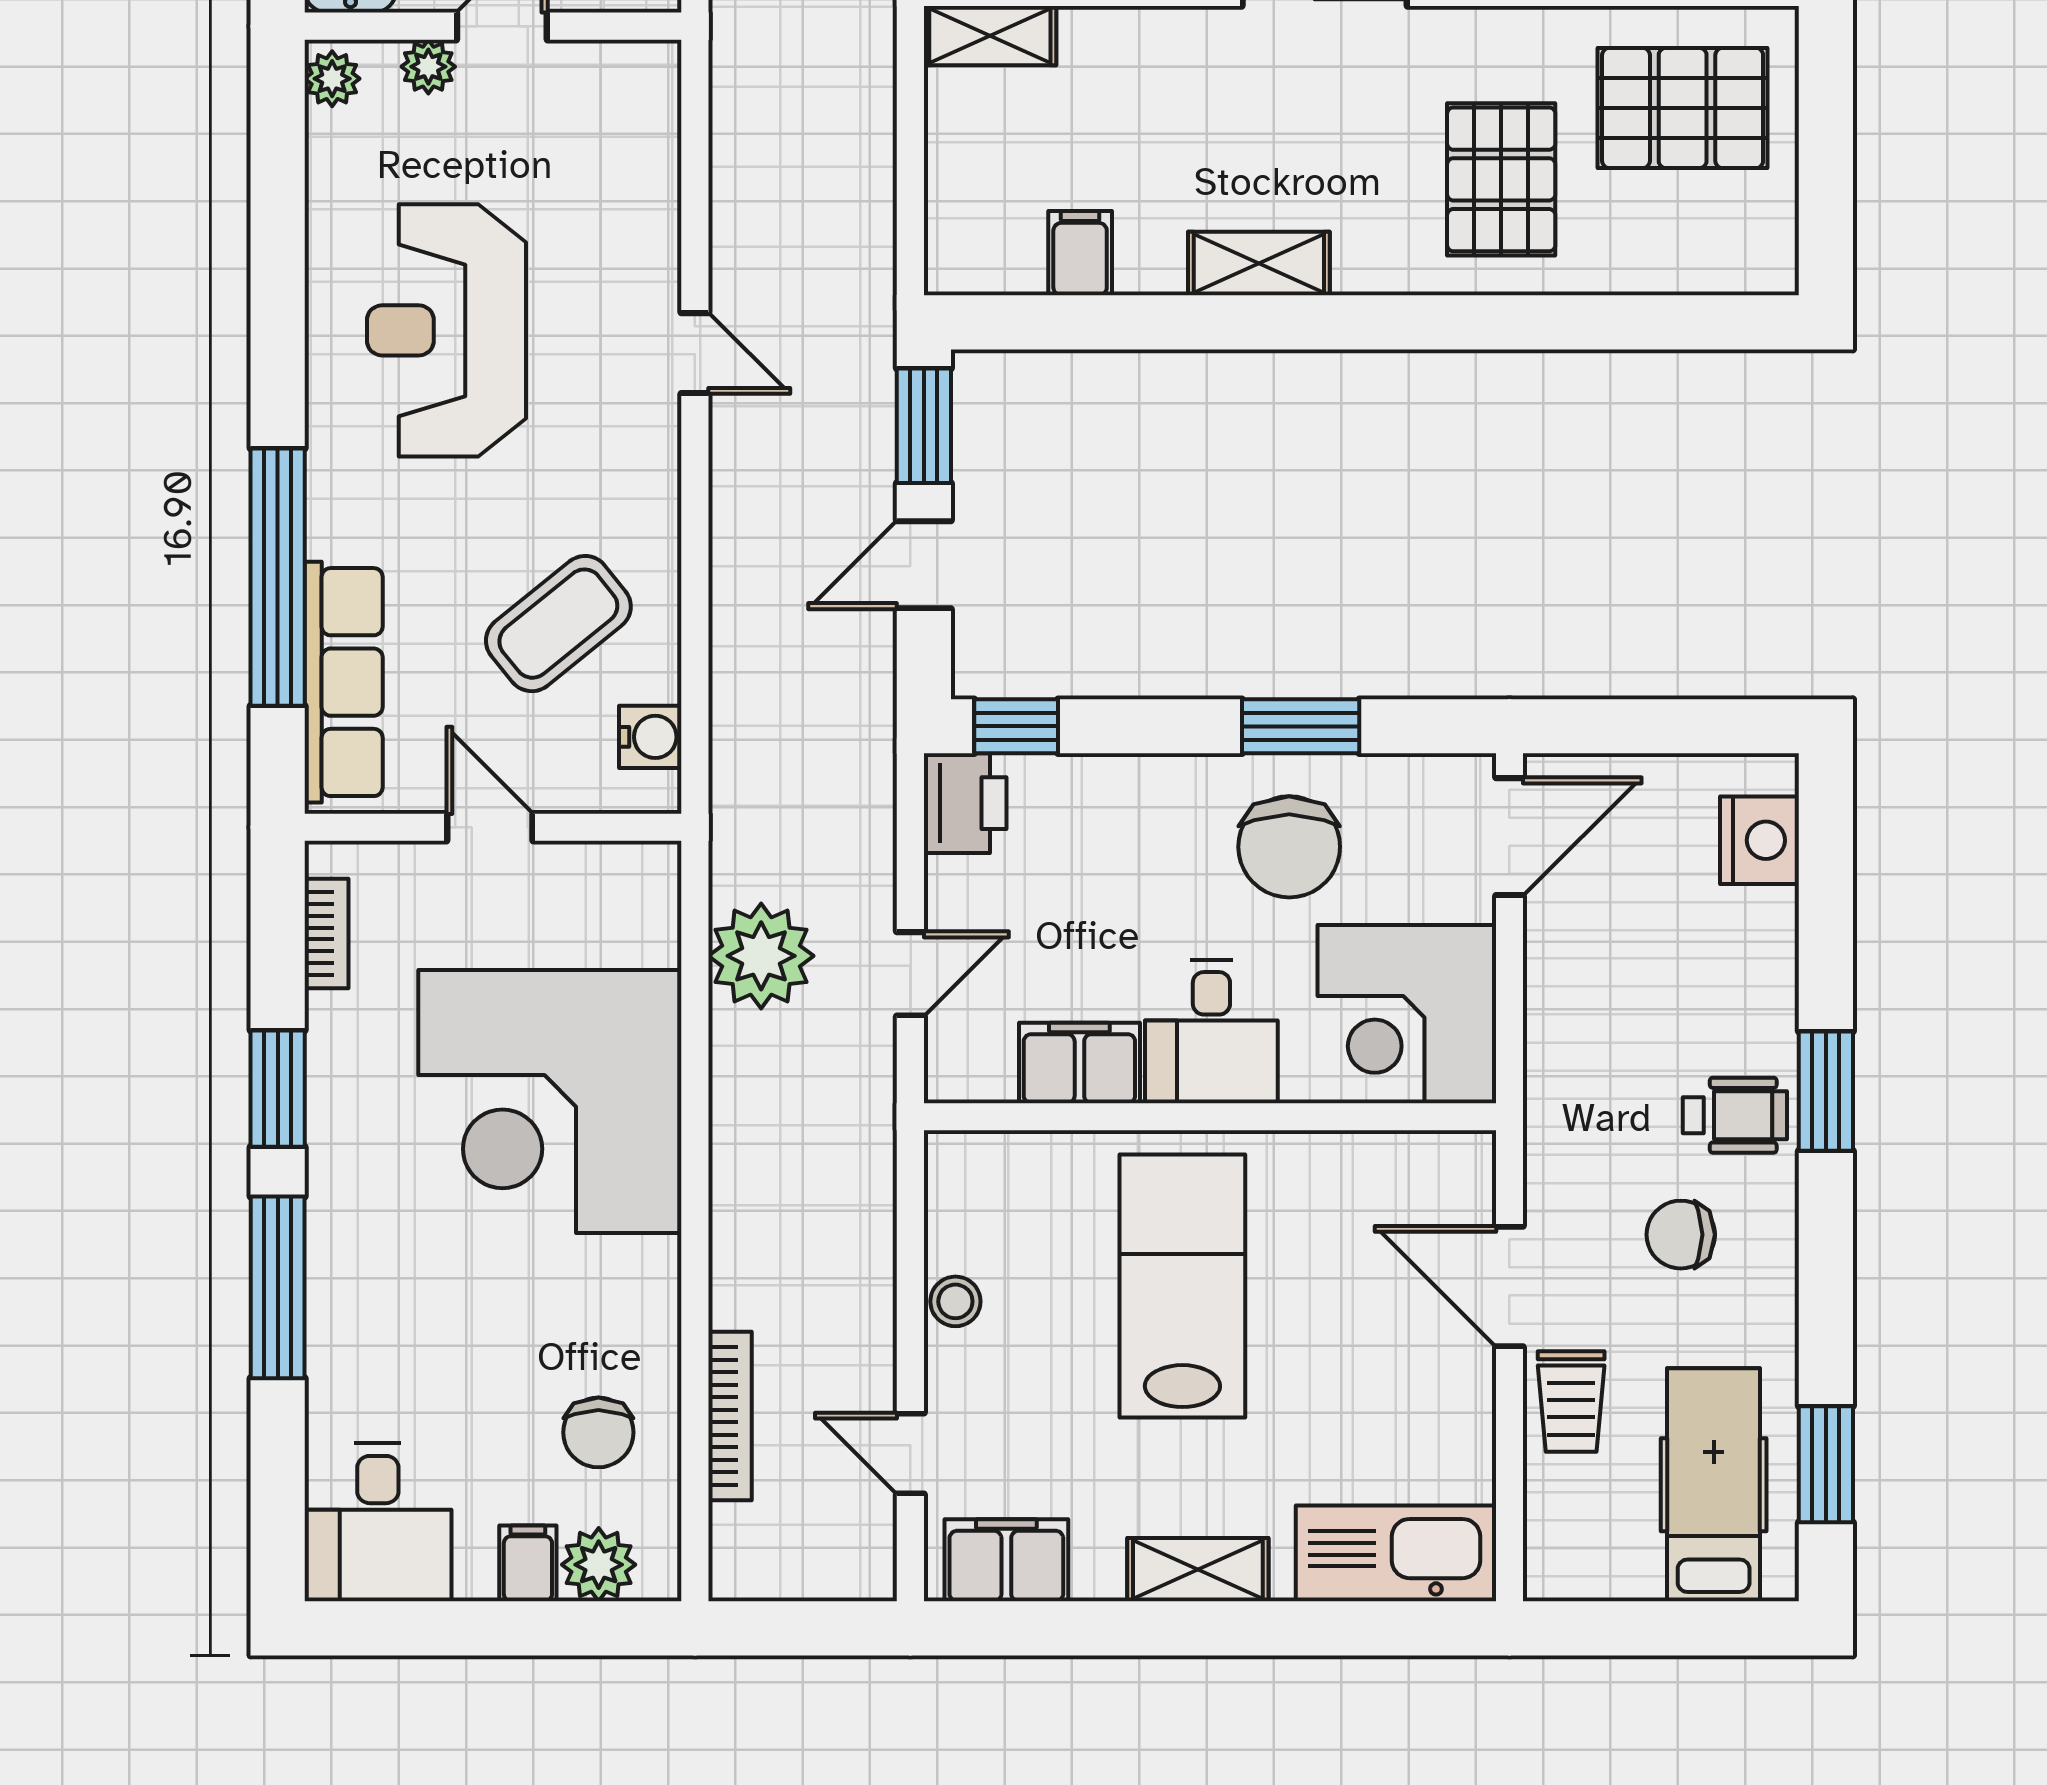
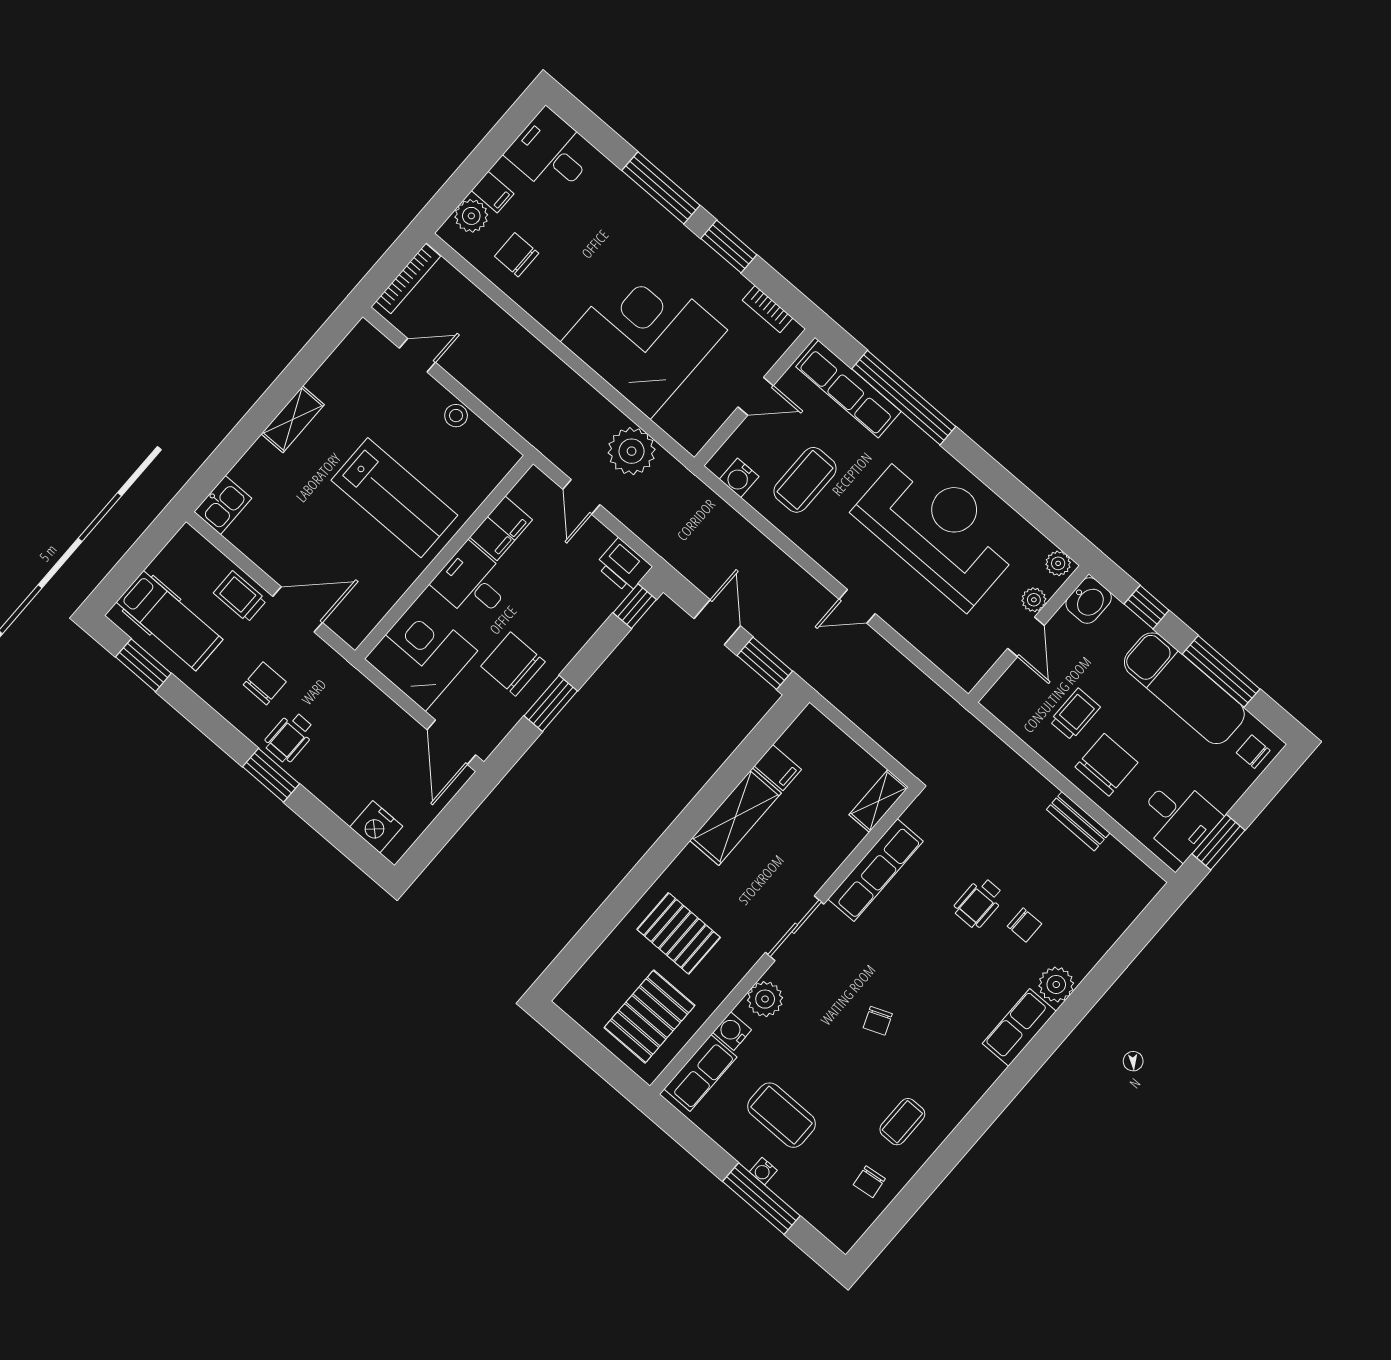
shelving: (1259, 264) -> (735, 817), width x1.50, depth x1.33
reception desk: (446, 330) -> (938, 528), width x1.36, depth x1.30
coffee table: (558, 624) -> (805, 480), turned 39
bookcase: (730, 1416) -> (408, 279), moved, turned -90
kitchen sink: (1396, 1553) -> (223, 505), width x0.53, depth x0.81
filing cabinet: (1006, 1560) -> (352, 357), removed

